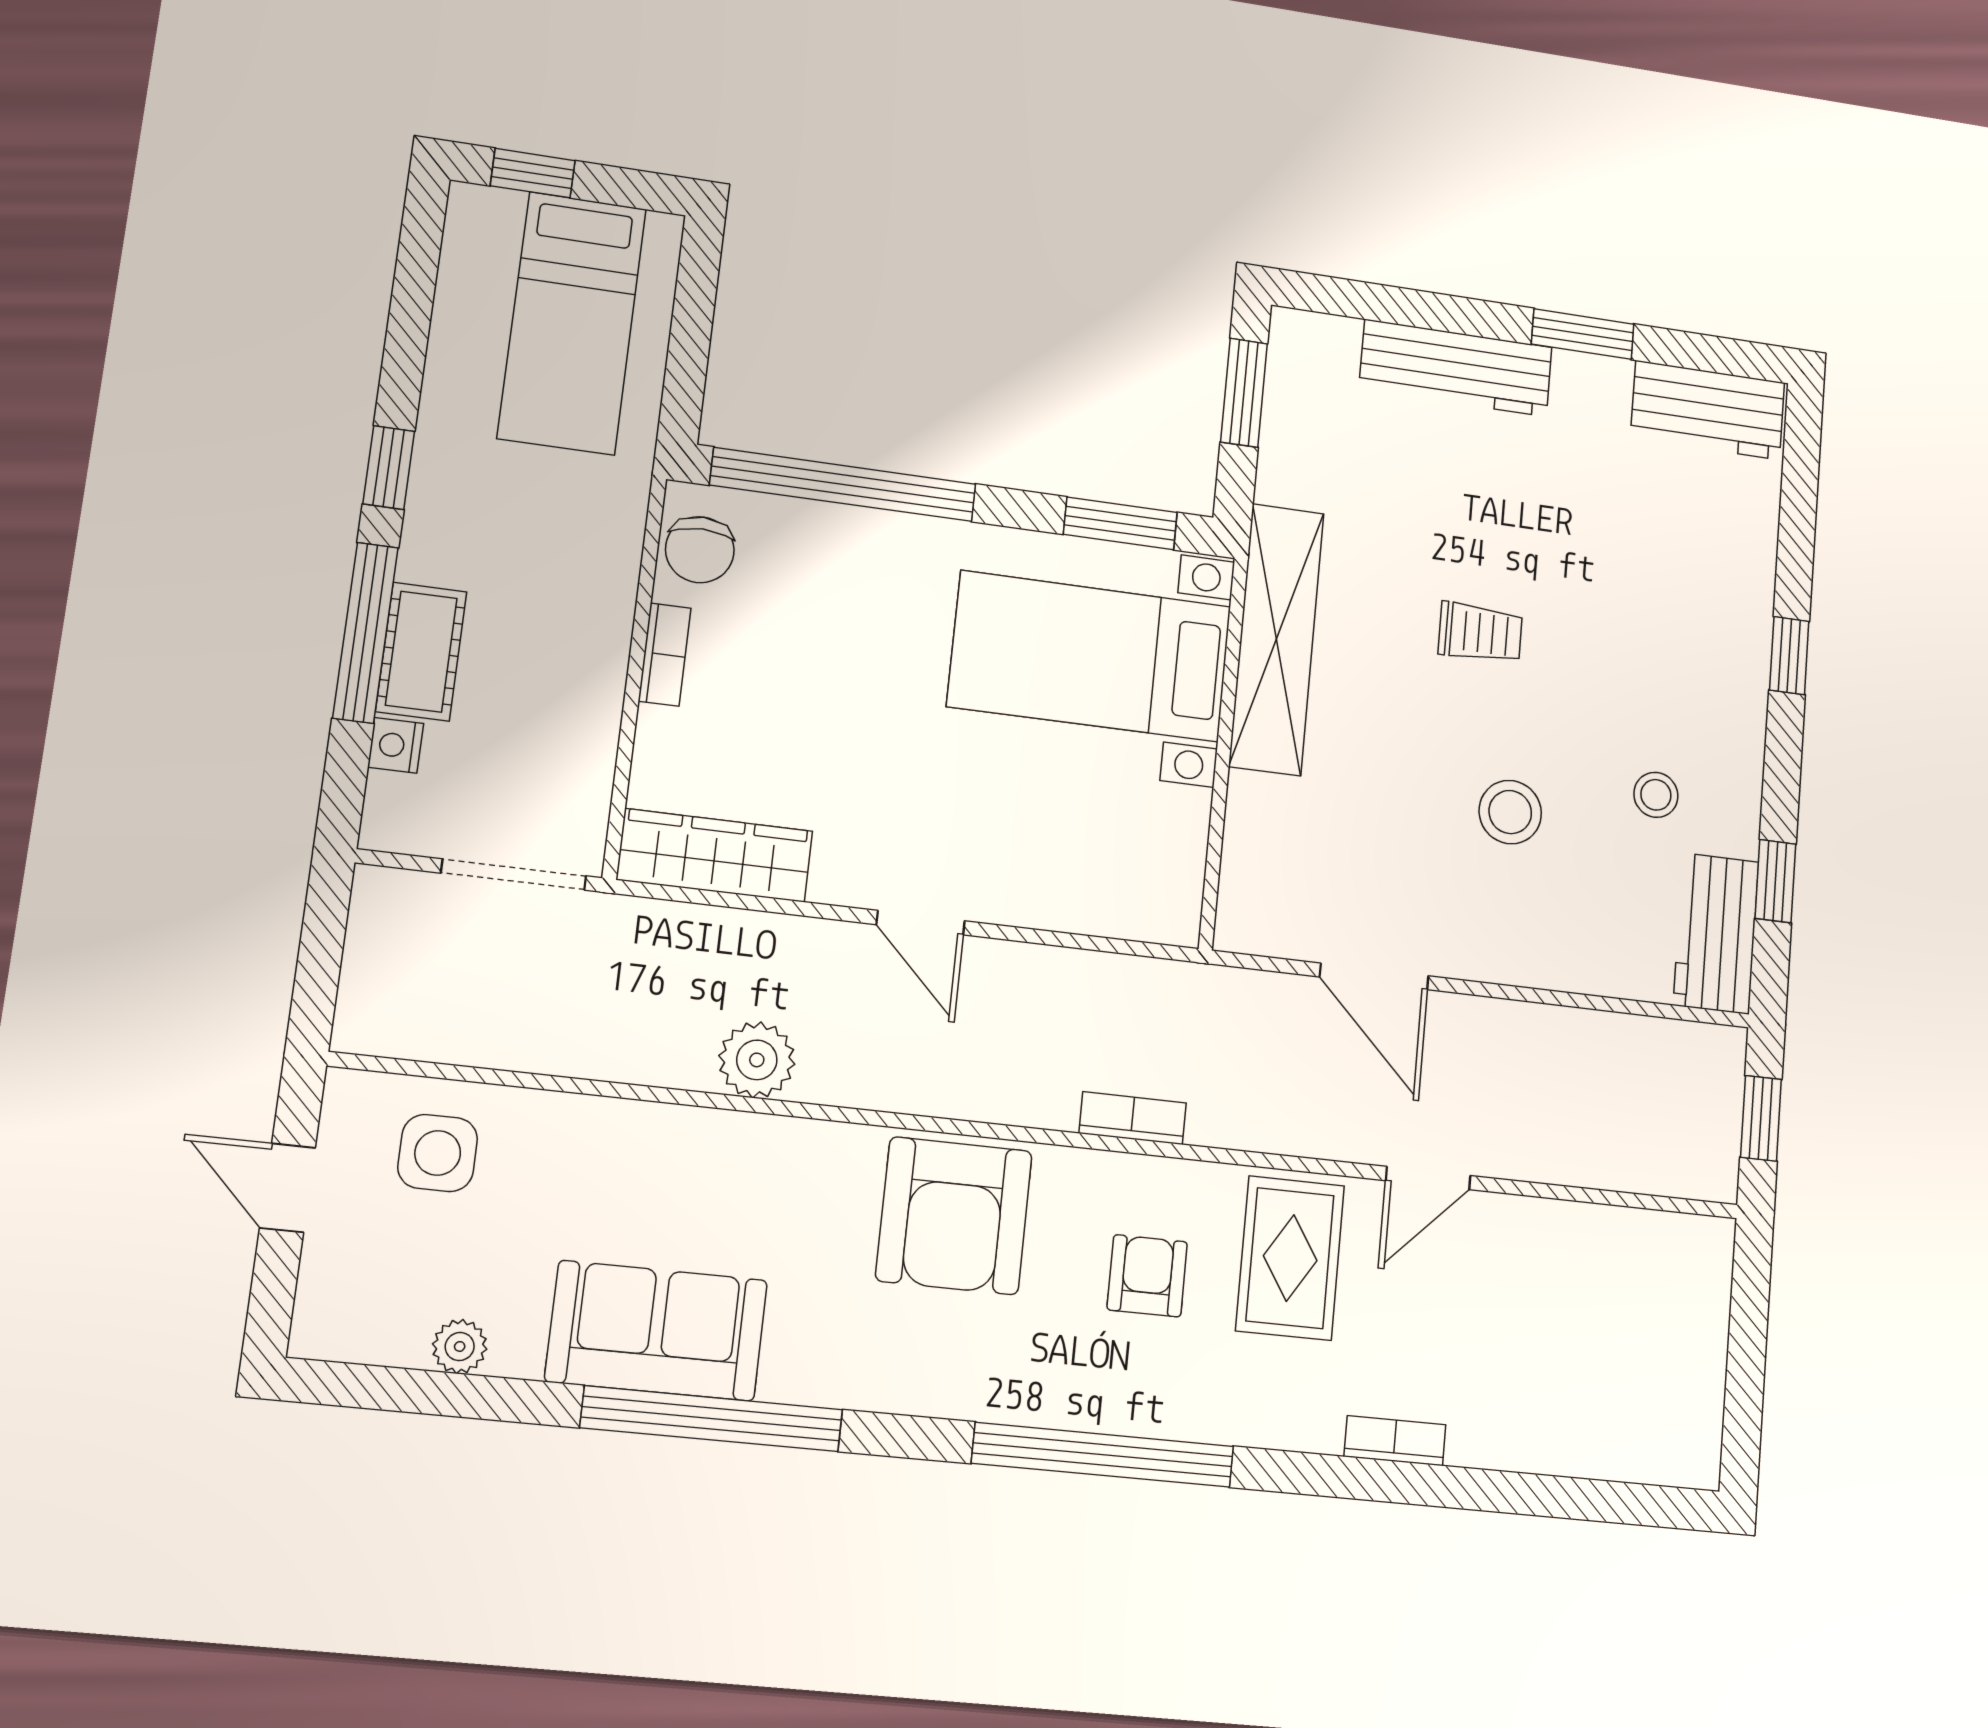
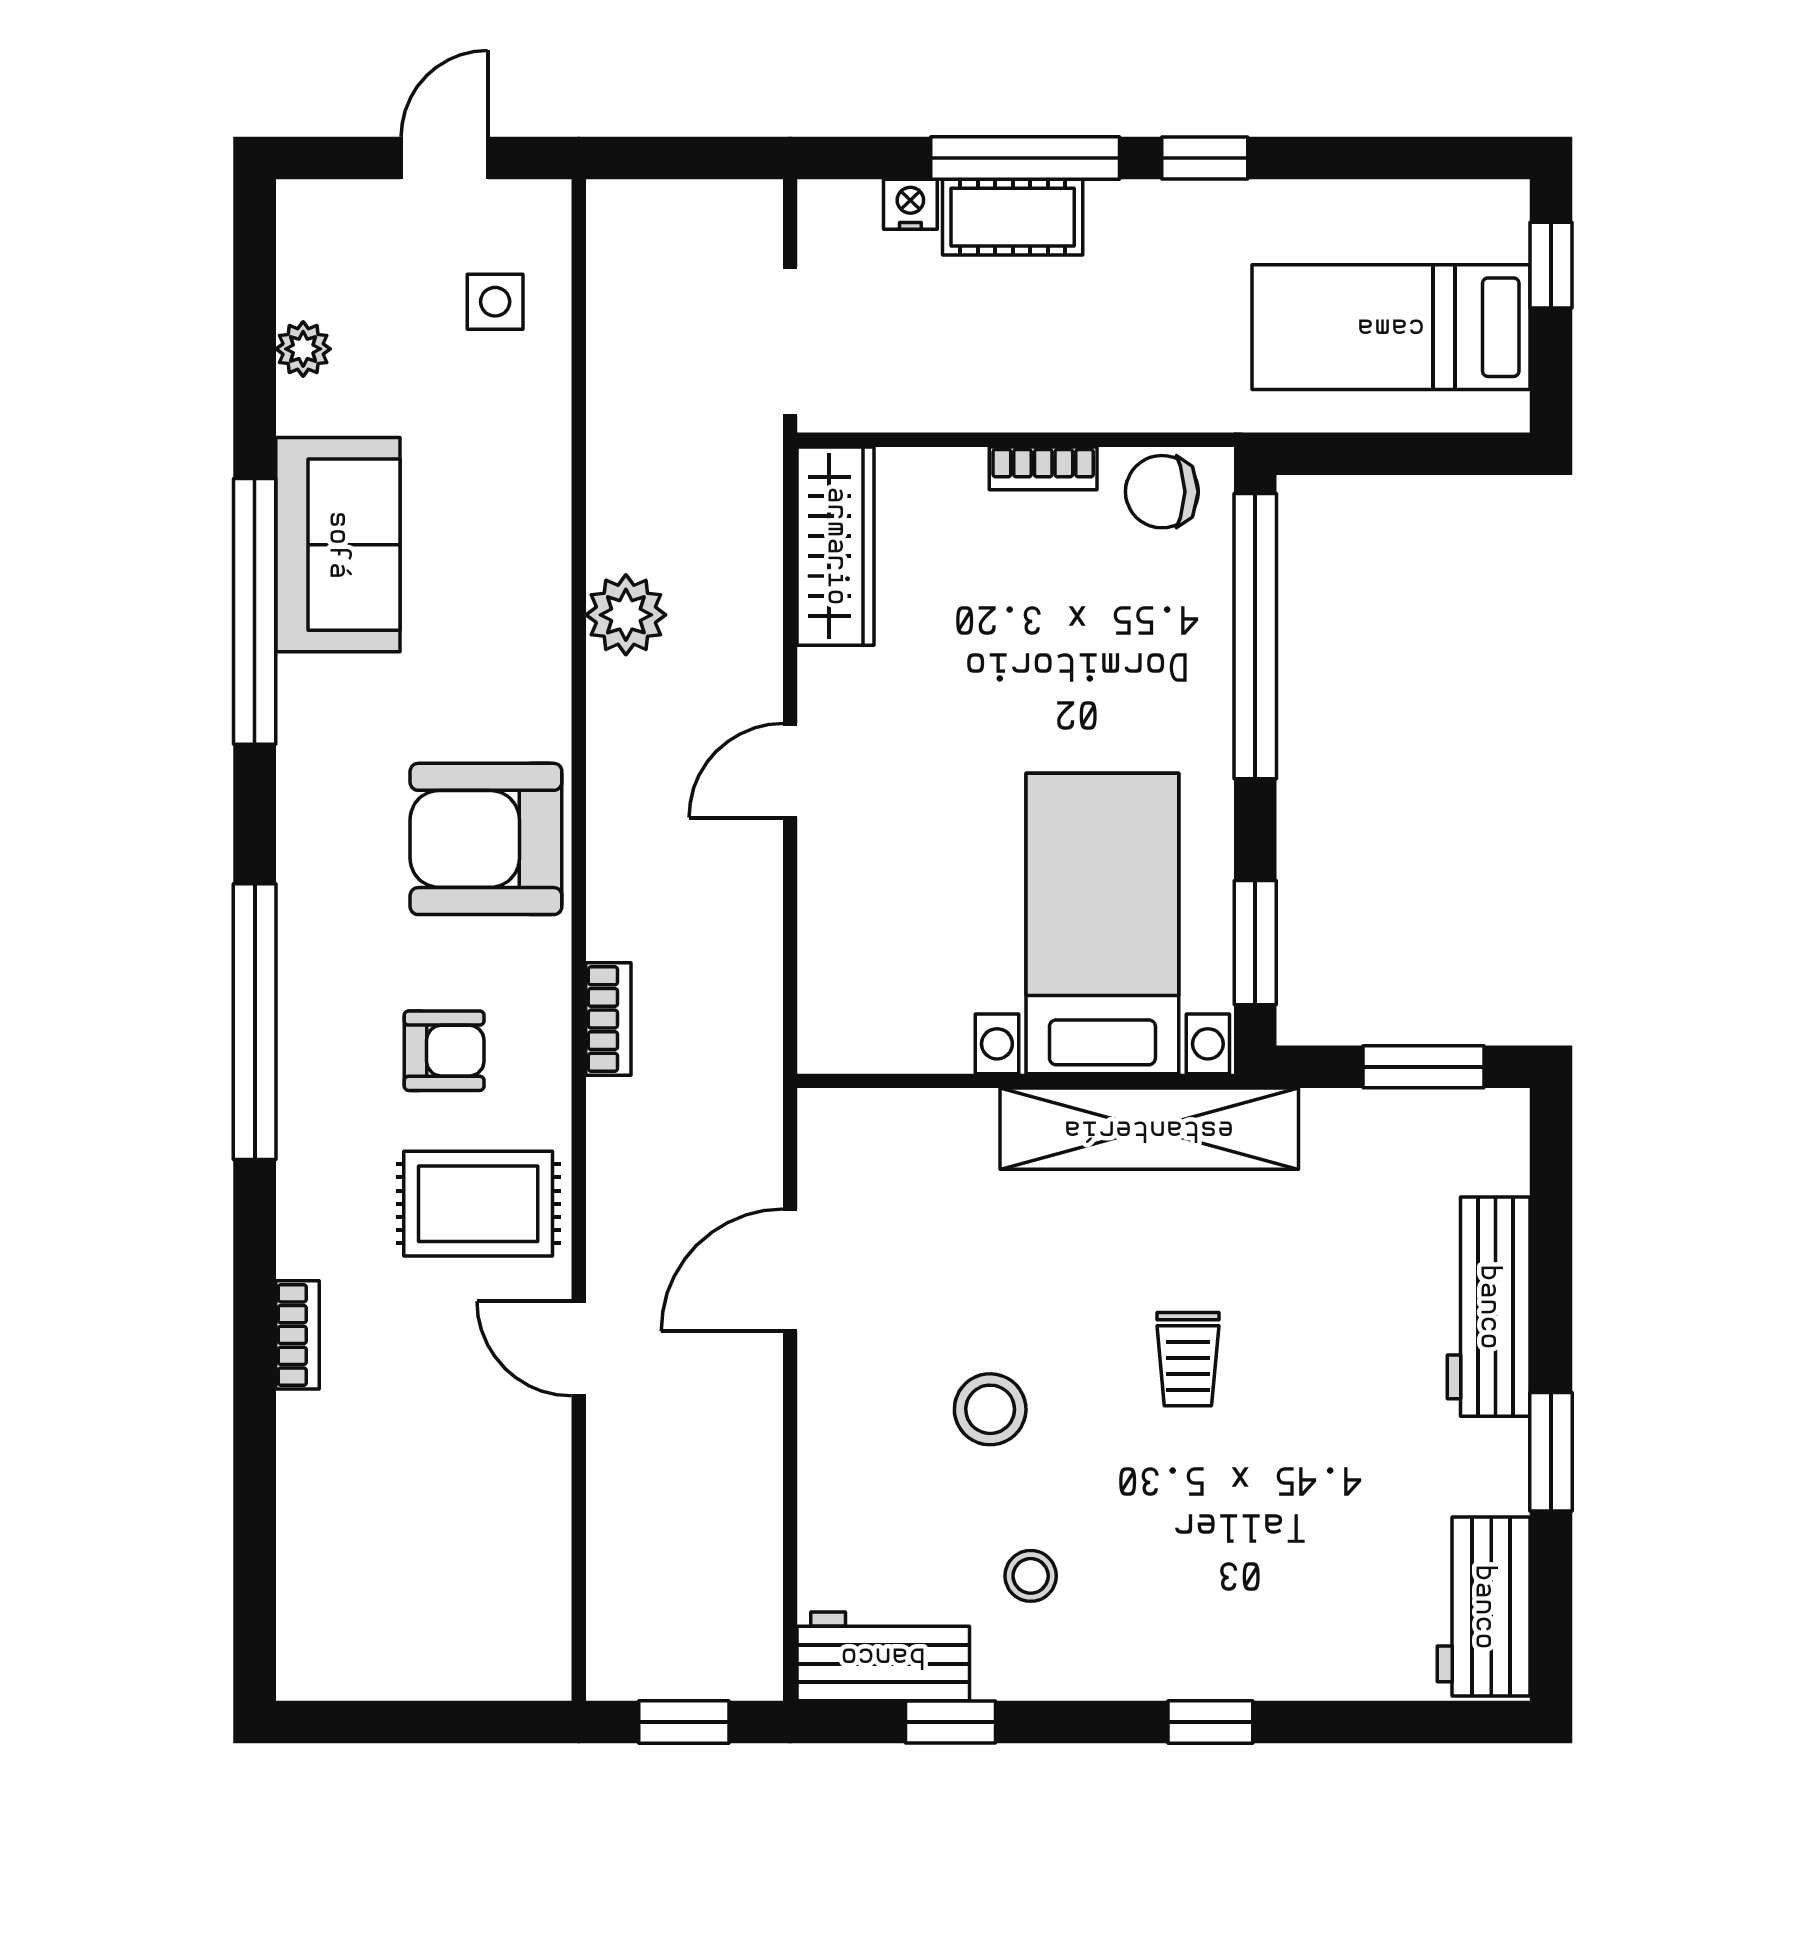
side table: (438, 1153) -> (495, 302), width x0.73, depth x0.73

